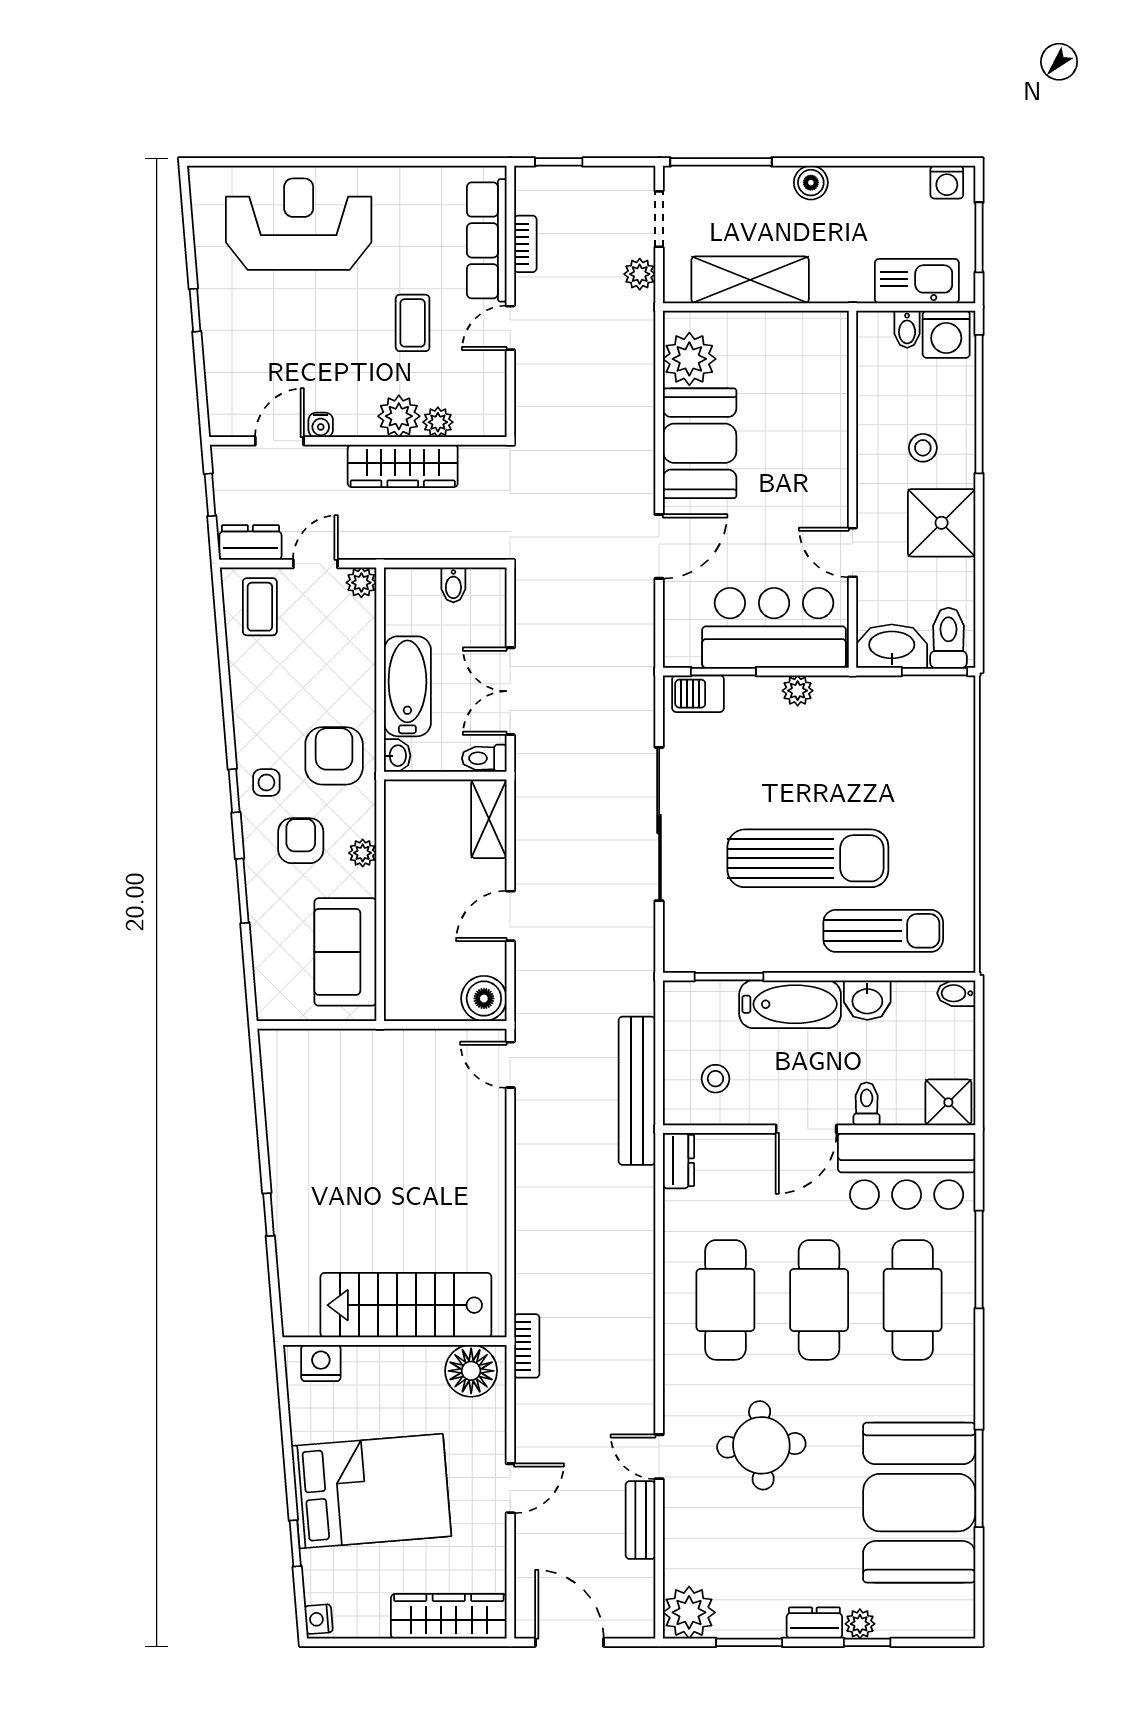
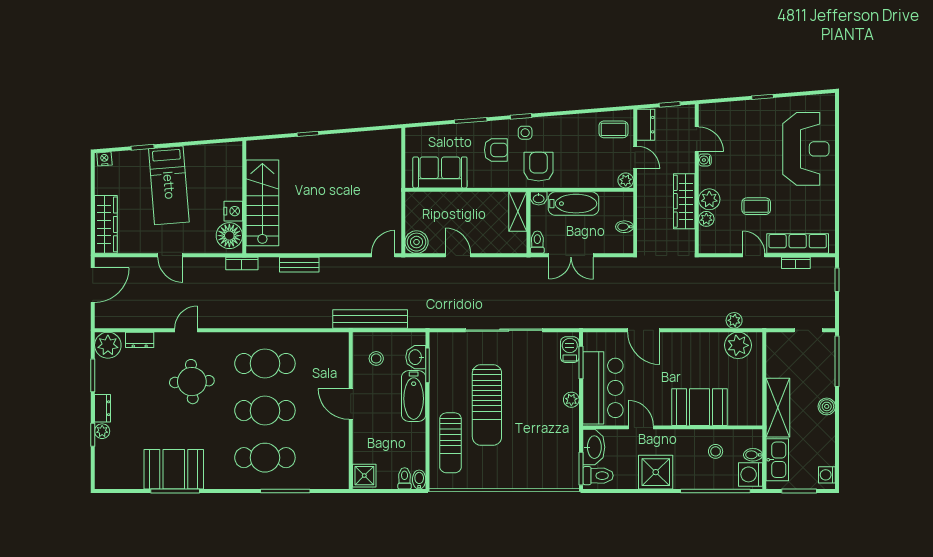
plant: (640, 274) -> (734, 320), moved
shelving: (750, 280) -> (778, 408), moved
booth: (700, 443) -> (699, 407), moved
stool: (923, 448) -> (716, 451), moved
door: (853, 552) -> (641, 427), hinge flipped
double door: (510, 691) -> (571, 255), swing flipped
armchair: (334, 756) -> (539, 167), turned -90
shelving: (489, 819) -> (518, 212), moved, turned 90
plant: (363, 853) -> (490, 181), removed
washbasin: (867, 1000) -> (416, 357), moved
toilet: (867, 1104) -> (405, 478), moved, turned -90
dresser: (678, 1161) -> (140, 340), moved
bar counter: (907, 1171) -> (330, 455), removed
nightstand: (321, 1363) -> (233, 211), moved
bed: (371, 1491) -> (169, 185), width x0.67
booth: (919, 1503) -> (174, 469), width x0.73, depth x0.70
bench: (641, 1520) -> (299, 265), moved

